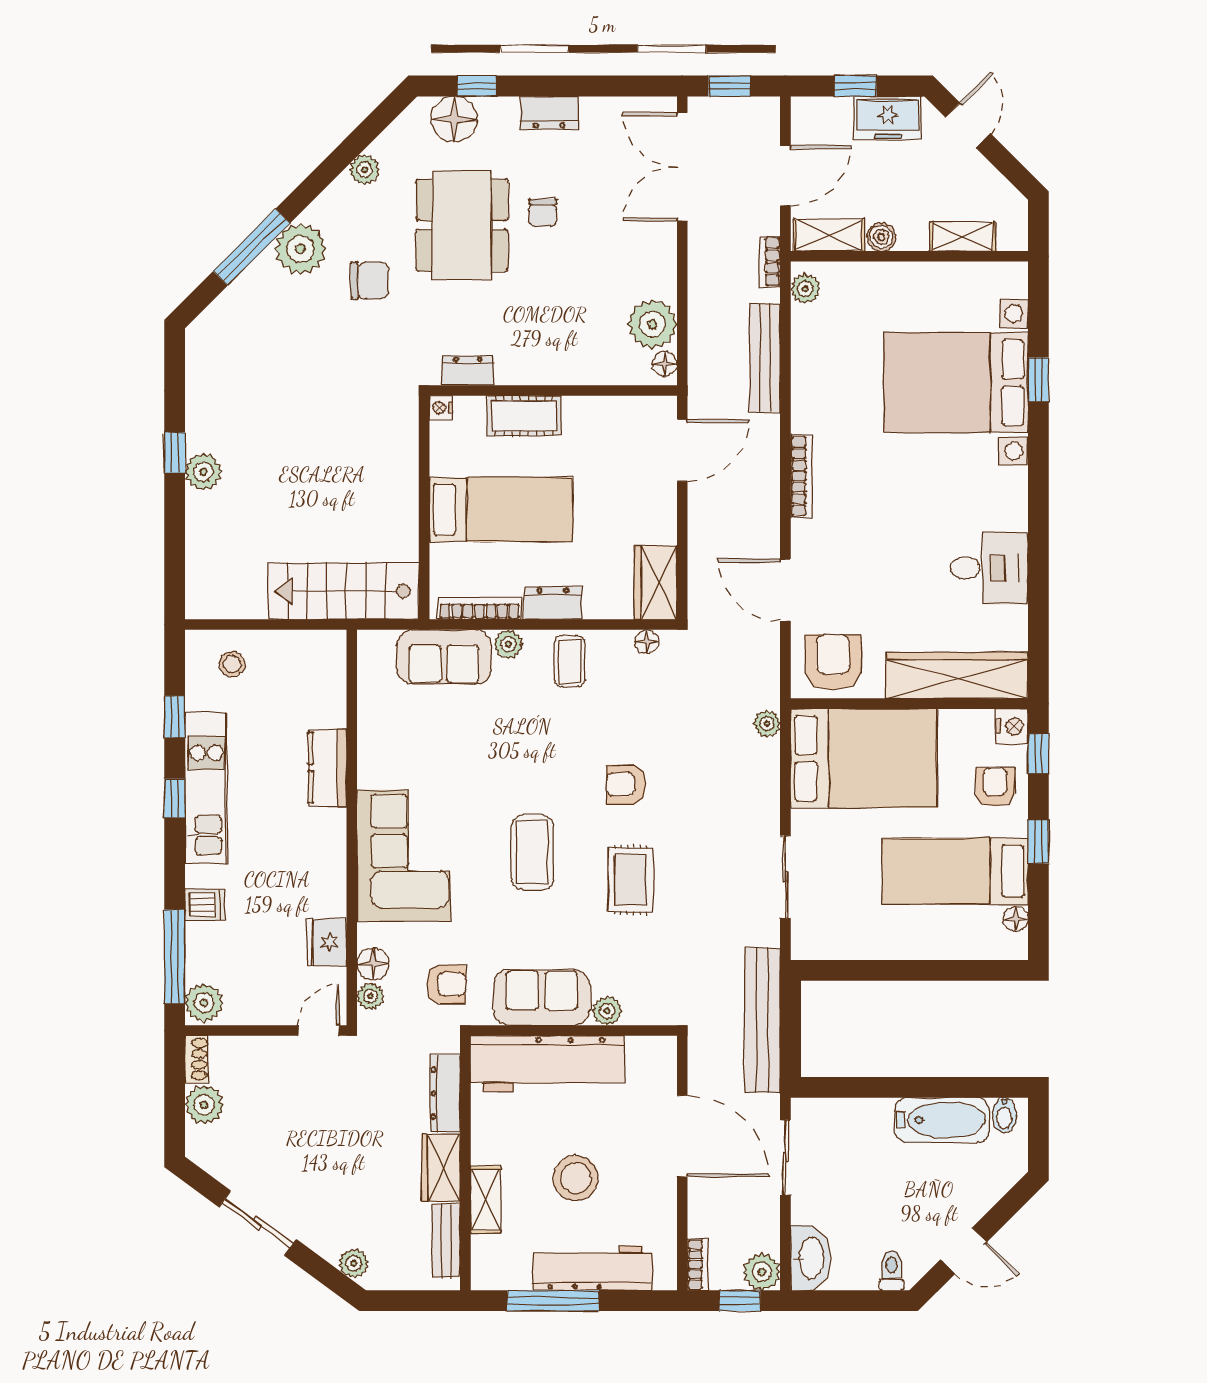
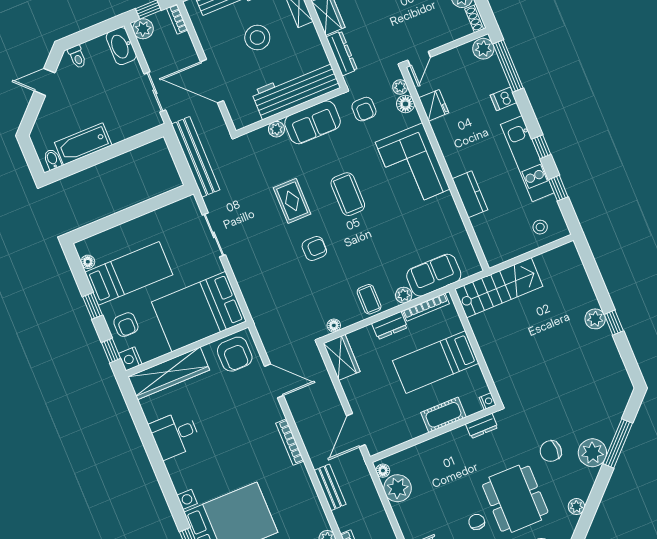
bench: (765, 358) -> (330, 487), width x0.73
plant: (767, 724) -> (255, 309), removed
armchair: (446, 984) -> (364, 109), turned -90

